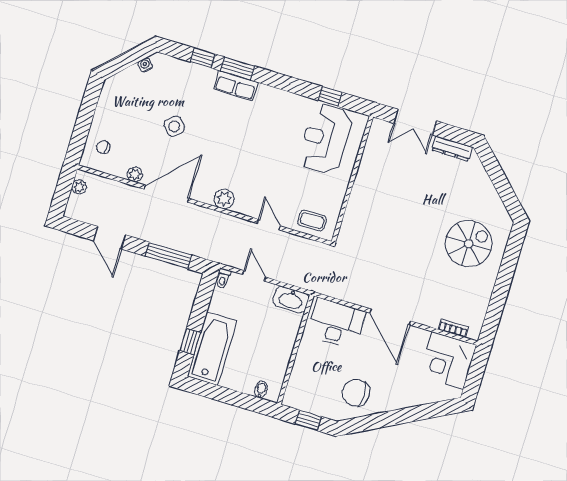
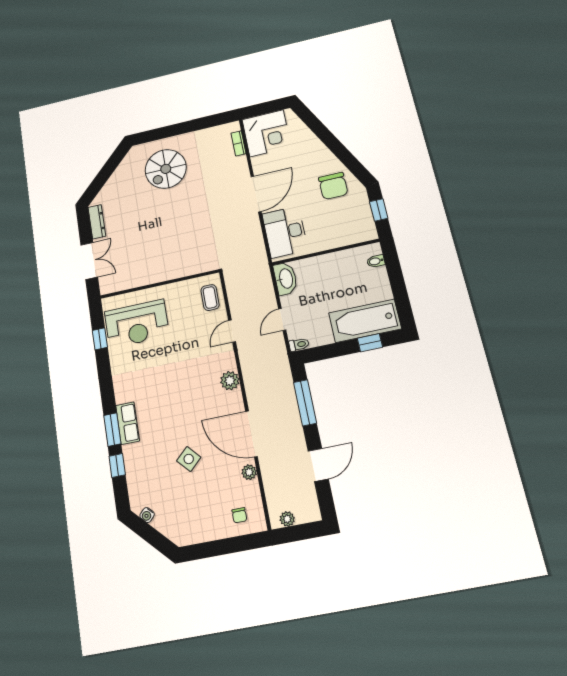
spiral stairs: (469, 244) -> (166, 169), turned -90

